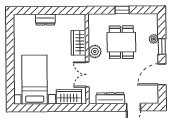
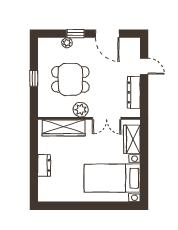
wardrobe: (79, 43) -> (64, 128), width x1.50

